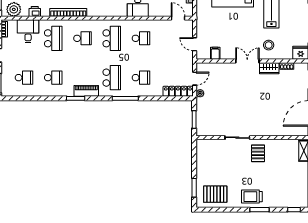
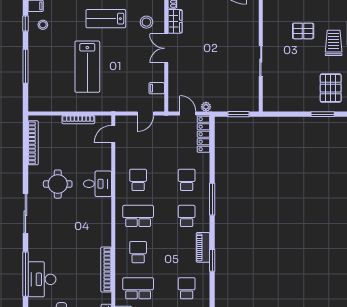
school desk: (112, 78) -> (187, 216), width x0.54
pallet: (258, 153) -> (303, 31), moved
trolley: (252, 197) -> (334, 43), turned 180

